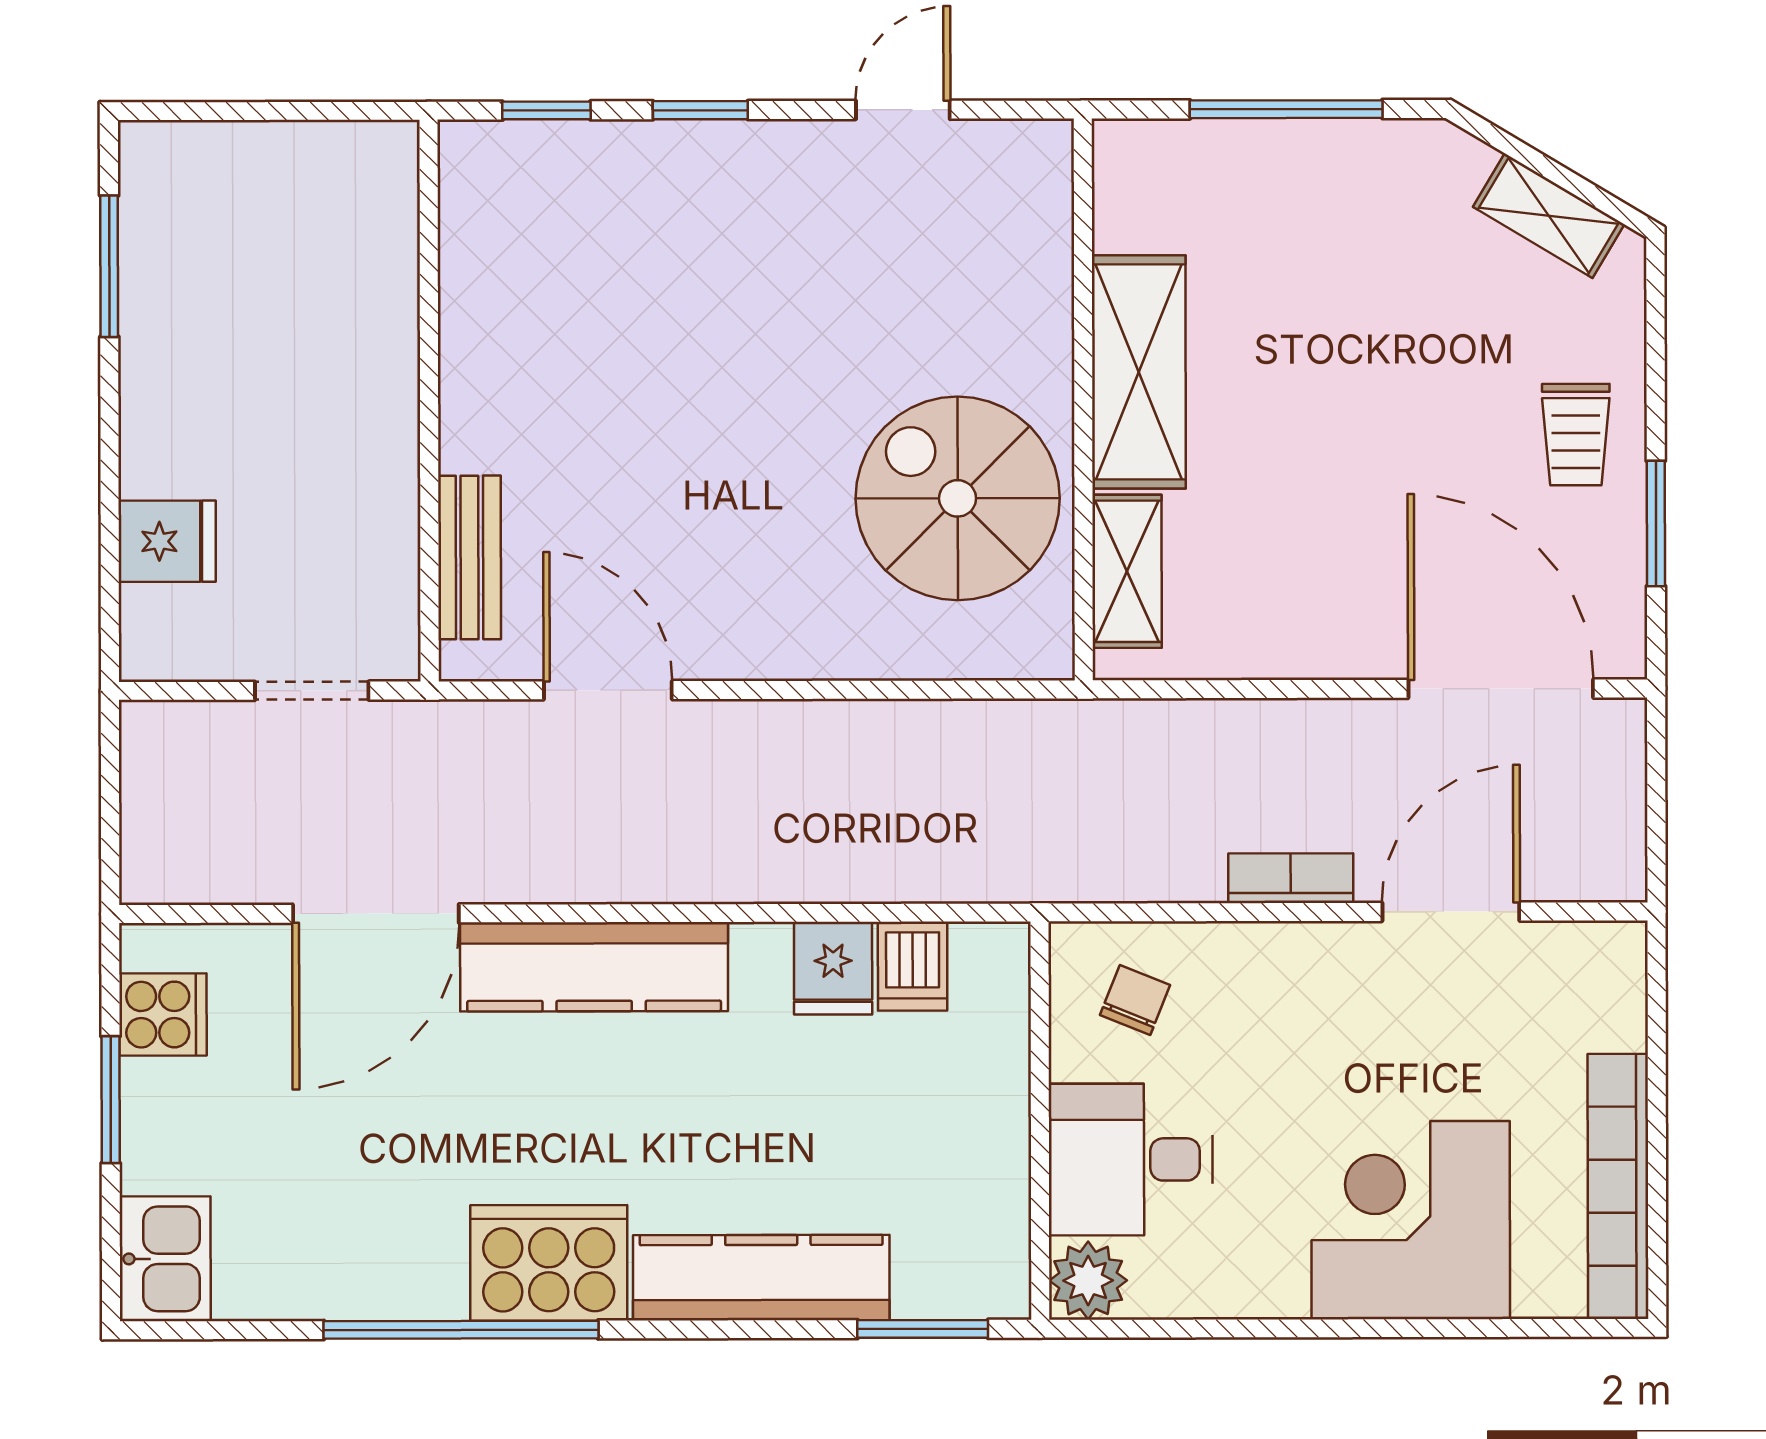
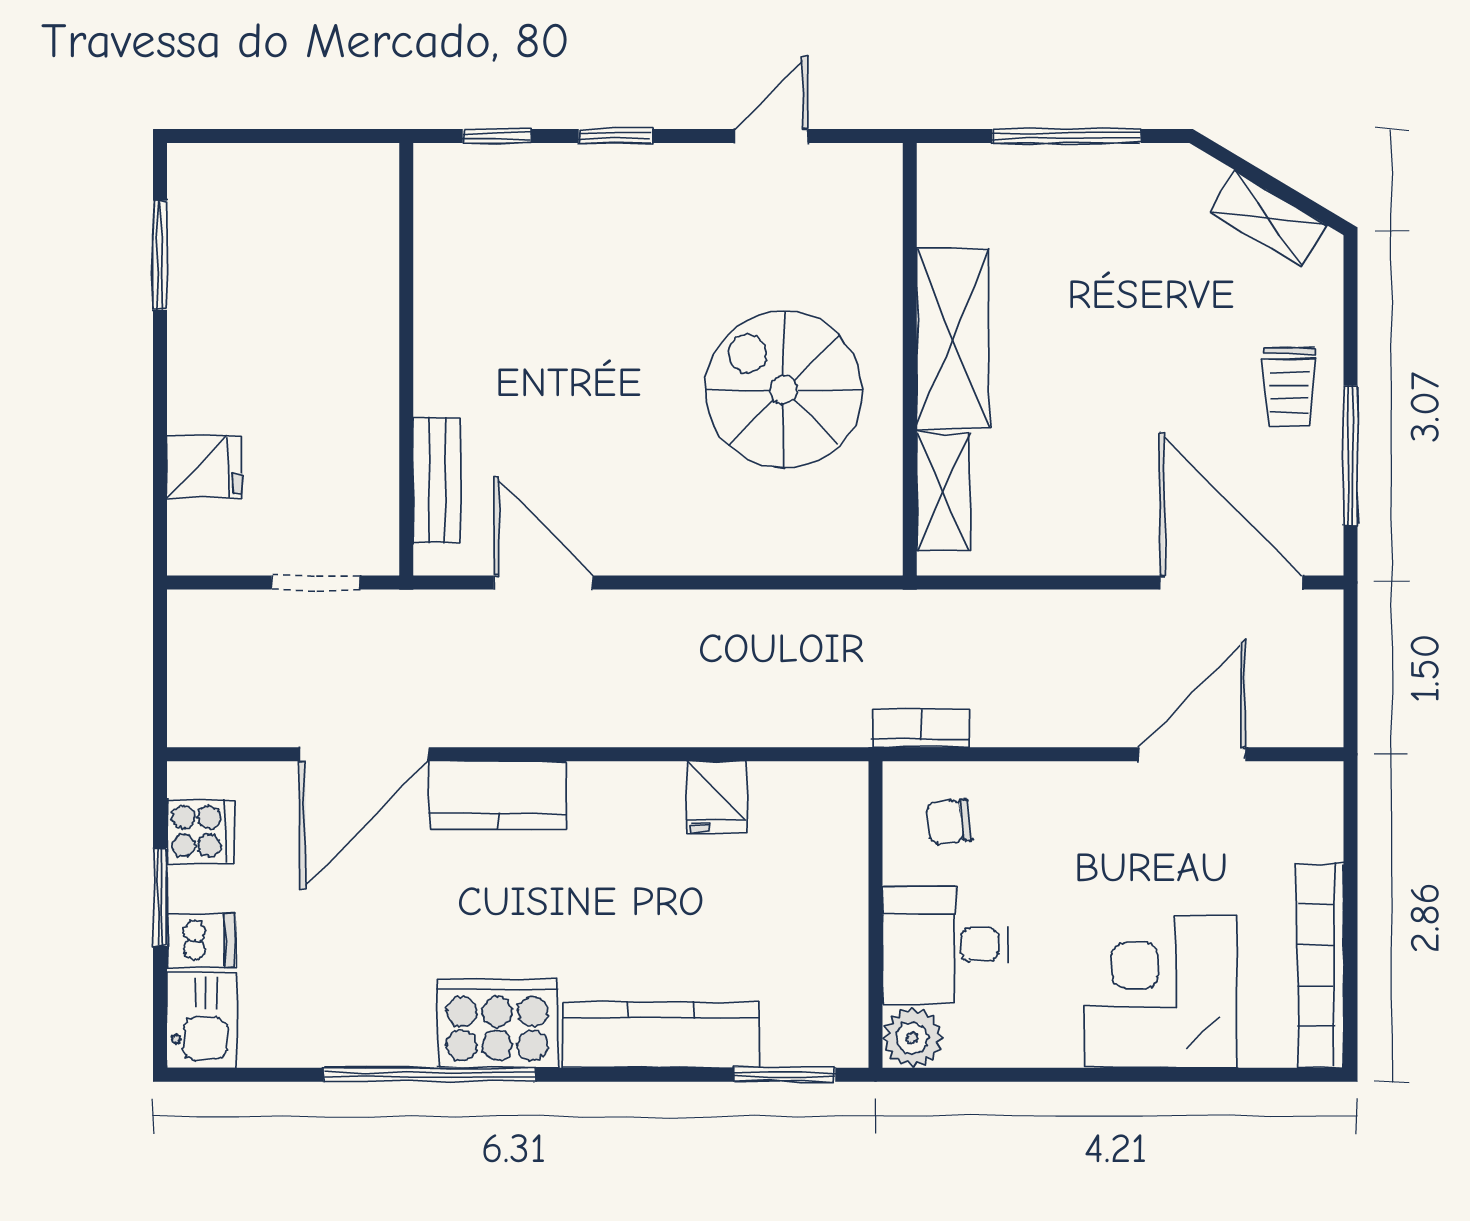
spiral stairs: (958, 498) -> (784, 390), moved
window: (1656, 523) -> (1351, 456), width x1.44
bookcase: (1291, 878) -> (921, 728), moved
dishwasher: (913, 966) -> (201, 940), moved, turned -90
kitchen counter: (594, 967) -> (498, 795), width x0.67
chair: (1135, 1000) -> (949, 822), turned -119

